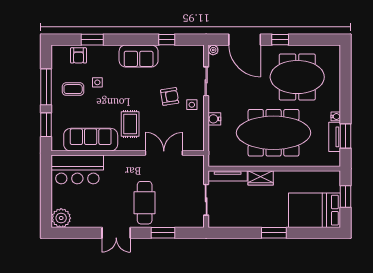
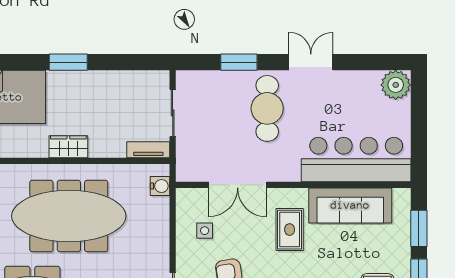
side table: (192, 105) -> (205, 231), moved
water cooler: (214, 119) -> (160, 186), moved
bar counter: (77, 169) -> (356, 160), width x1.36
tv unit: (228, 176) -> (148, 150), width x0.71
wardrobe: (261, 178) -> (68, 147), moved

